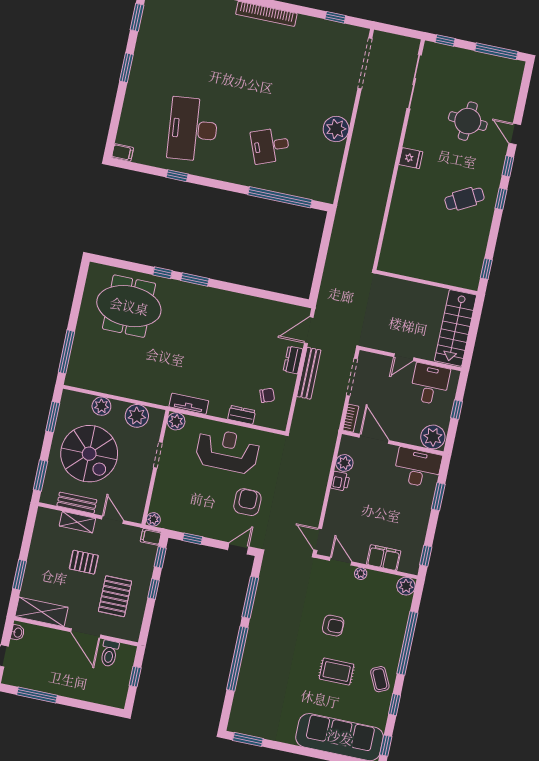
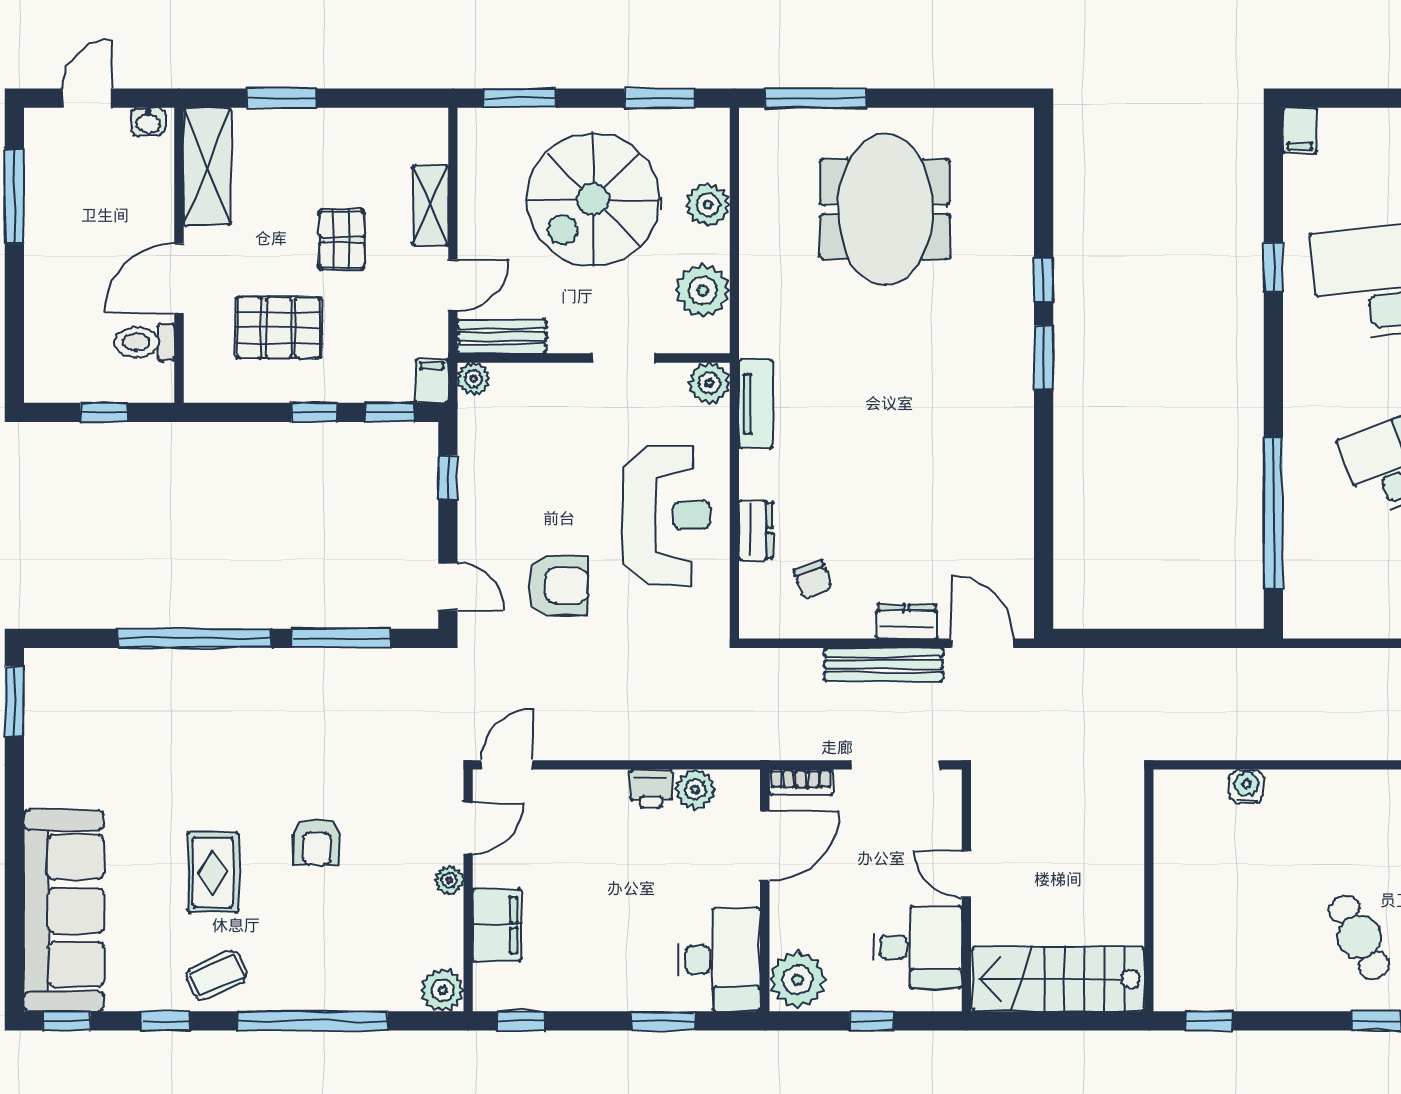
water cooler: (392, 233) -> (1246, 786), added
meeting table: (129, 306) -> (885, 209), moved
bench: (77, 503) -> (502, 336), moved, turned 90

